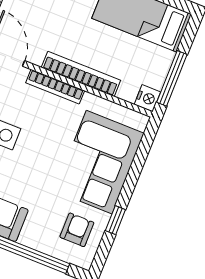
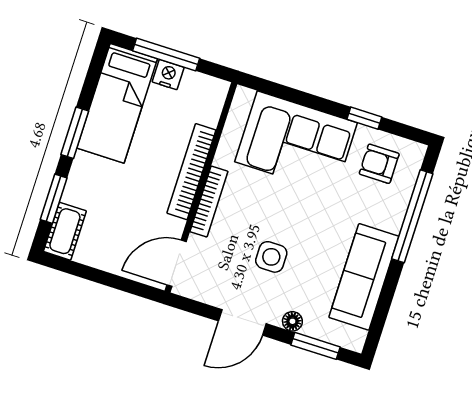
window: (172, 78) -> (166, 54), moved
nightstand: (147, 98) -> (168, 75), moved

